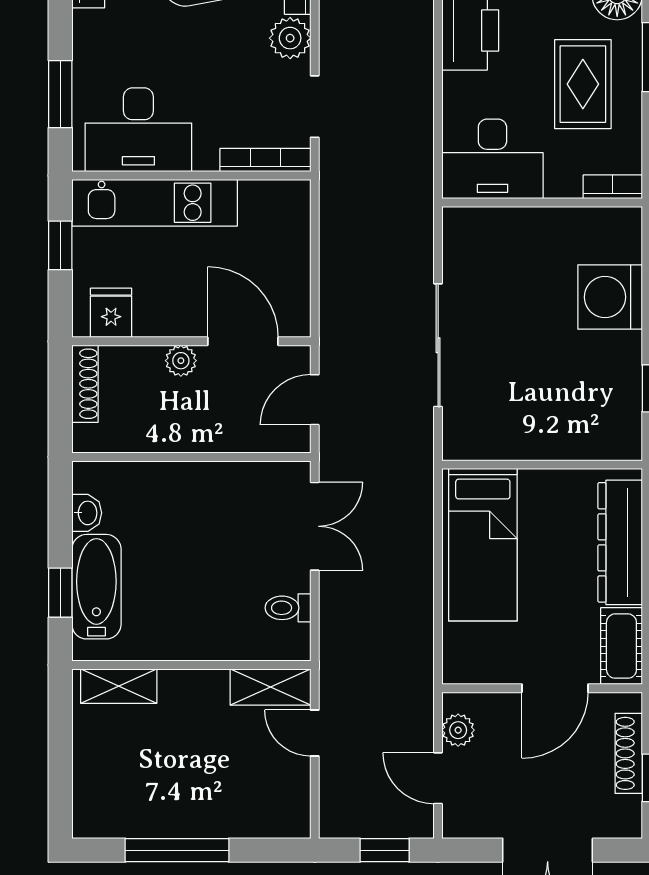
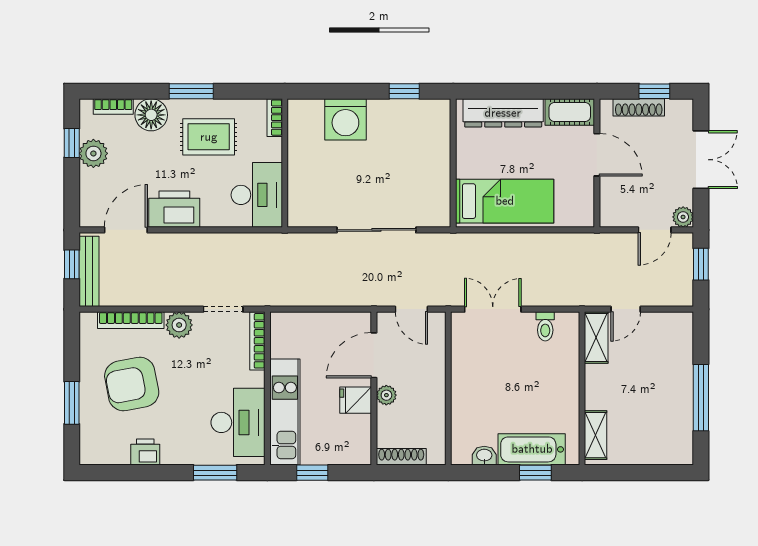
fridge: (111, 313) -> (356, 400), moved
plant: (458, 730) -> (683, 217), moved

